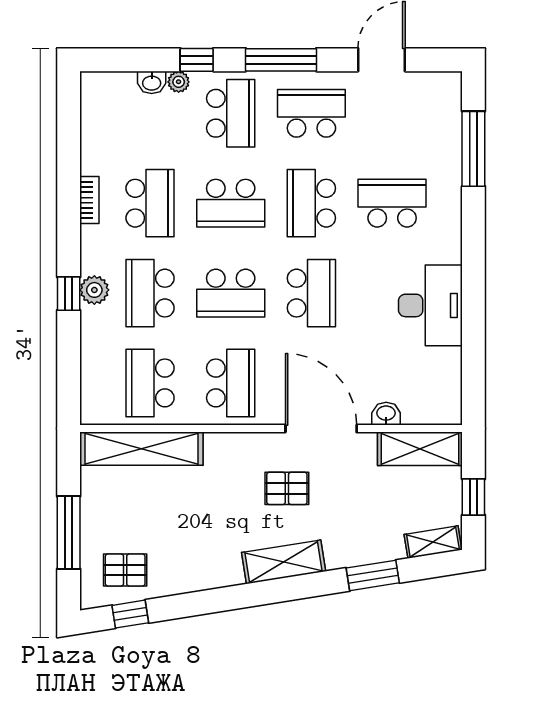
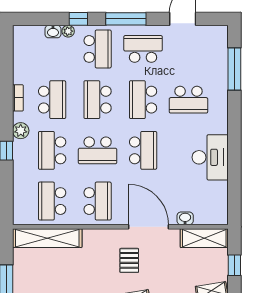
school desk: (231, 203) -> (98, 100), turned 90
school desk: (392, 203) -> (188, 100), turned 180
plant: (94, 290) -> (21, 131), moved
pallet: (287, 488) -> (129, 260), turned 90

